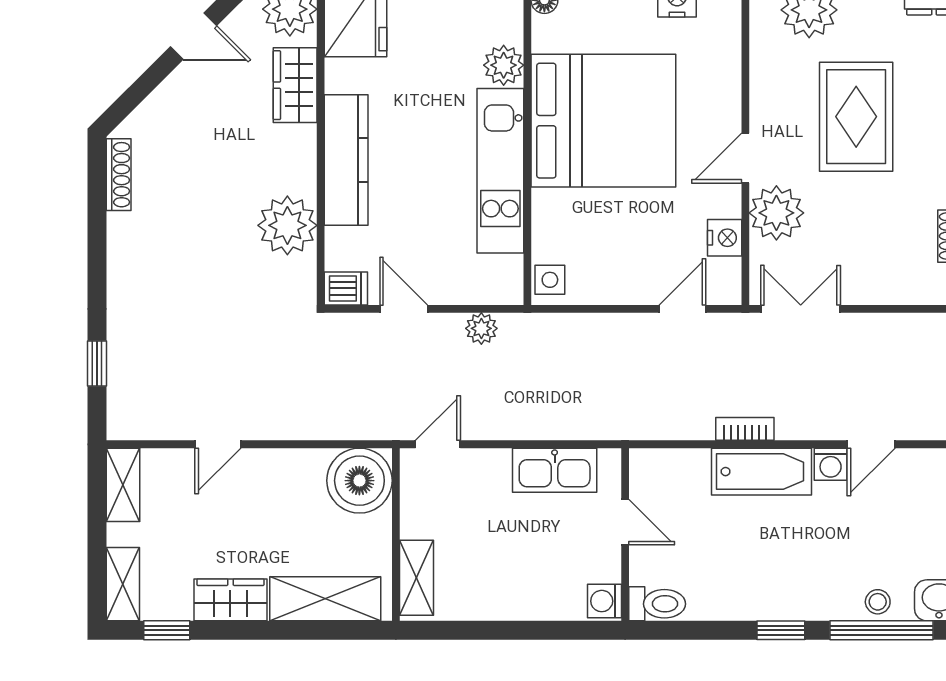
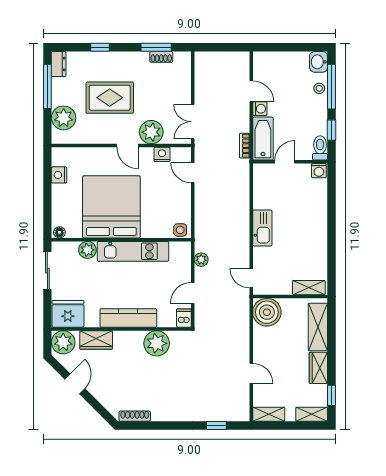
door: (625, 522) -> (285, 162), moved
wall: (625, 534) -> (290, 162), moved
washing machine: (604, 601) -> (319, 171), moved
toilet: (657, 604) -> (320, 148), moved

